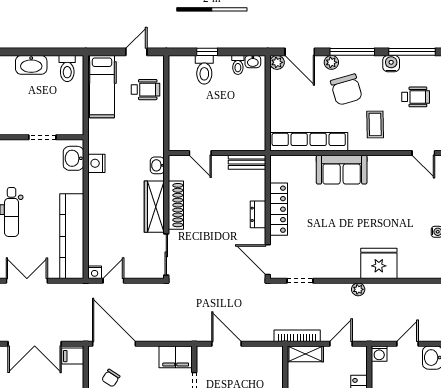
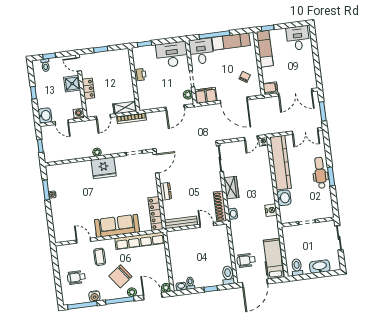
door: (136, 52) -> (255, 283), width x1.87
toilet: (204, 70) -> (228, 275), moved
chair: (346, 90) -> (120, 276), turned -111
door: (423, 153) -> (84, 241), moved
washbasin: (73, 158) -> (284, 198), moved
bench: (247, 162) -> (181, 222), width x1.36
sofa: (342, 170) -> (117, 226), width x1.36
shoe rack: (176, 205) -> (220, 207), moved
wardrobe: (154, 207) -> (231, 188), width x0.67
locker: (279, 209) -> (155, 213), moved
door: (268, 260) -> (156, 164), hinge flipped
fridge: (379, 263) -> (104, 168), moved
double door: (35, 344) -> (295, 92), swing flipped
door: (114, 344) -> (234, 100), moved
door: (227, 344) -> (175, 108), hinge flipped
door: (407, 344) -> (62, 122), hinge flipped
plant: (204, 362) -> (188, 95), added

